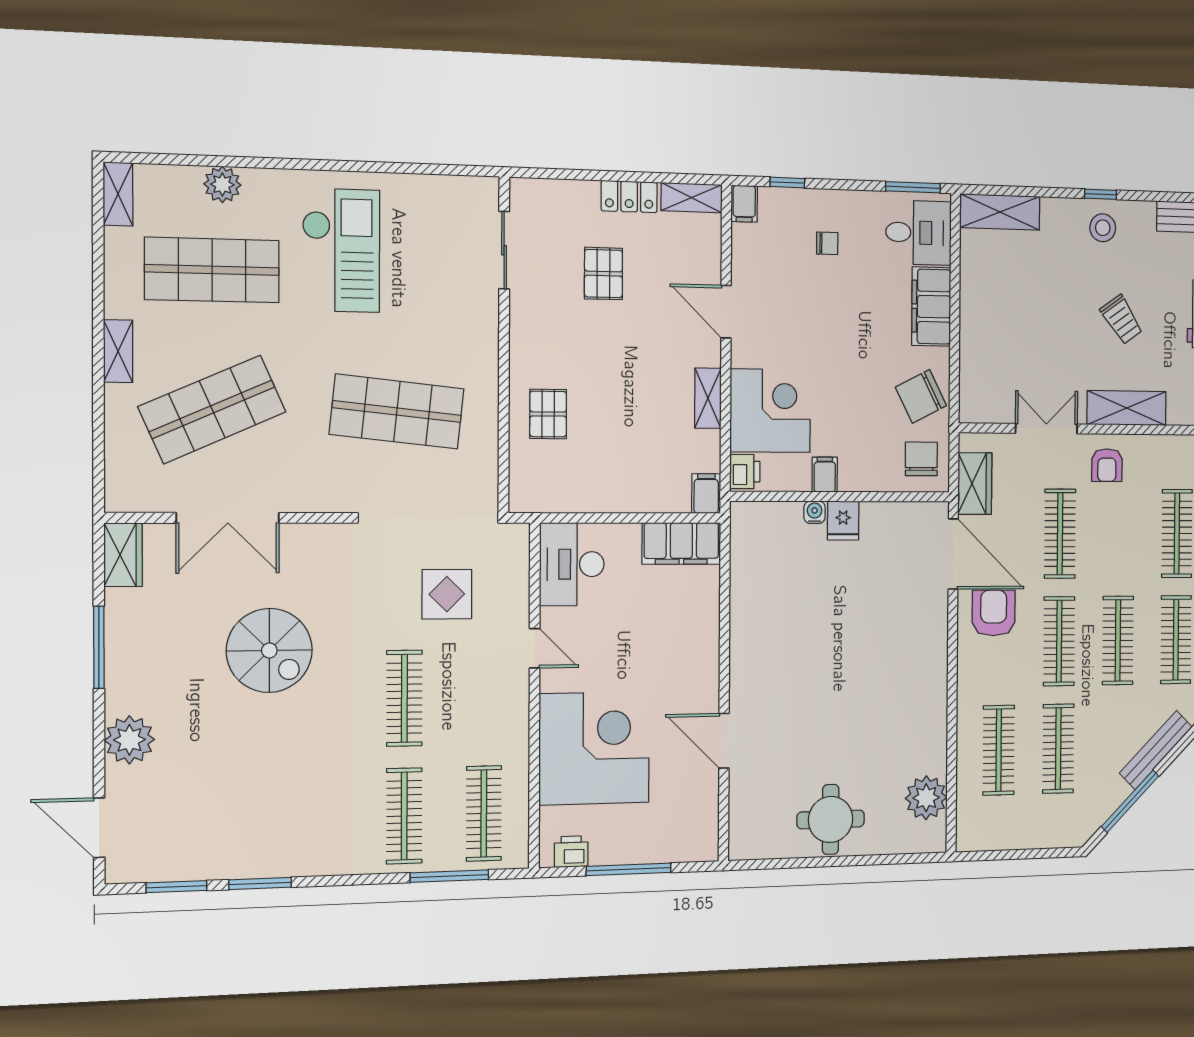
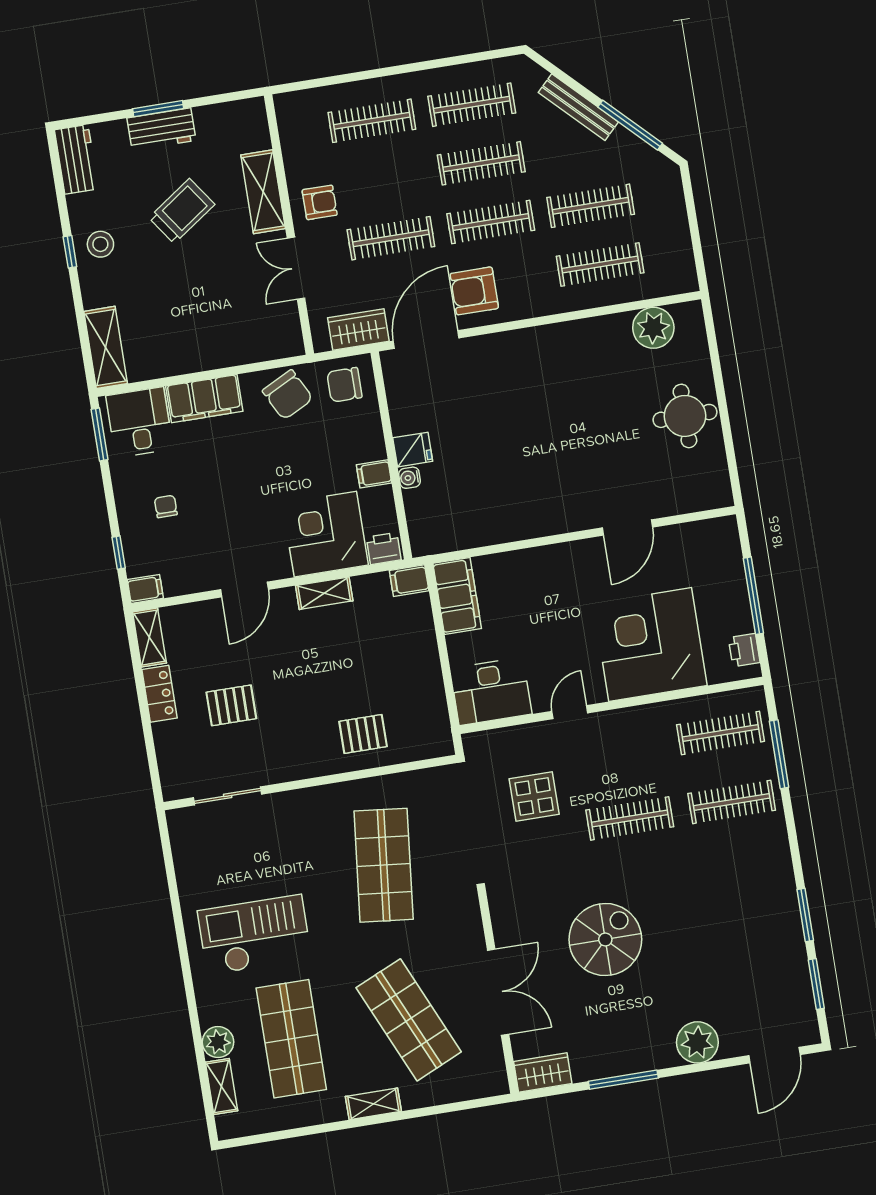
shelving: (118, 194) -> (222, 1086), moved, turned 90
trolley: (1121, 320) -> (182, 211), width x1.36, depth x1.39

